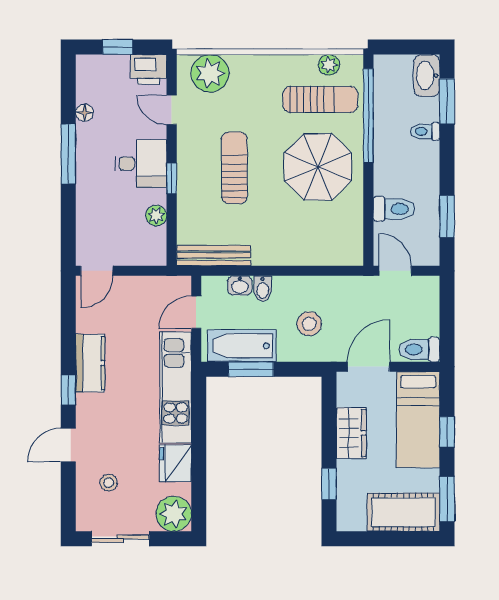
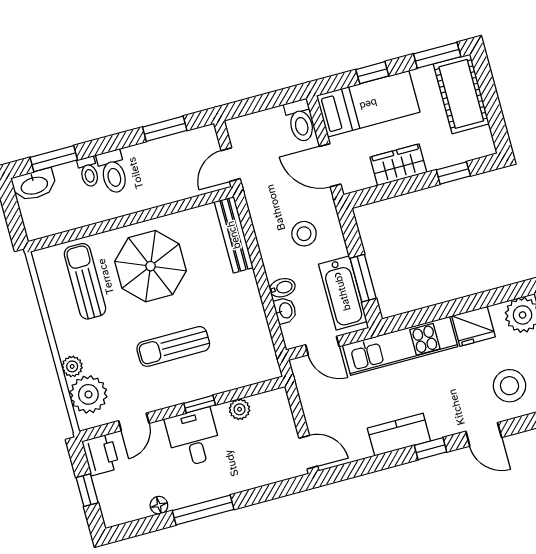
plant: (329, 65) -> (72, 366), moved
window: (368, 116) -> (88, 231), removed
toilet: (394, 209) -> (113, 172), moved, turned 180
bench: (214, 256) -> (234, 235), moved
stool: (109, 483) -> (509, 386), width x1.89, depth x1.89

